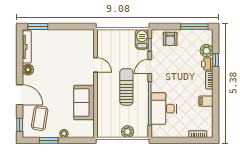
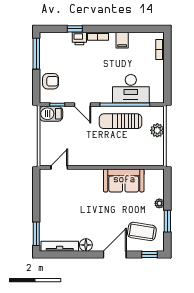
plant: (207, 51) -> (64, 39), removed
door: (95, 65) -> (59, 167), moved
sun lounger: (126, 87) -> (120, 121), moved

